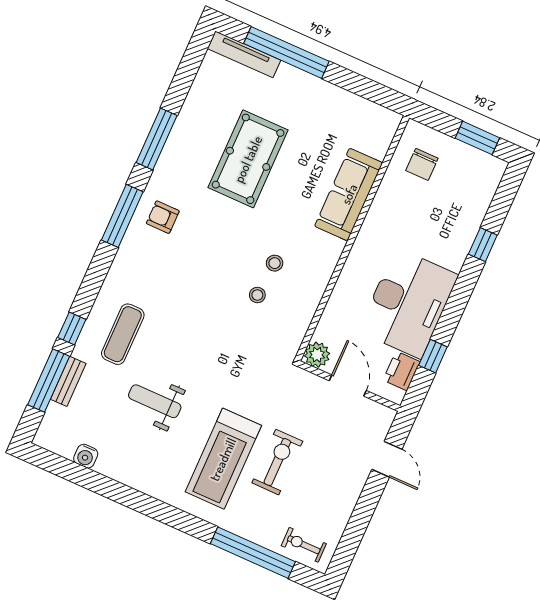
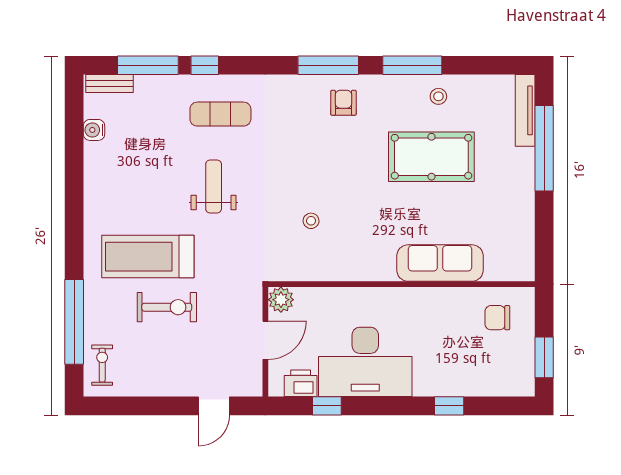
stool: (275, 263) -> (438, 96), moved
bench: (68, 381) -> (110, 84), moved
weight bench: (155, 401) -> (214, 186), moved

